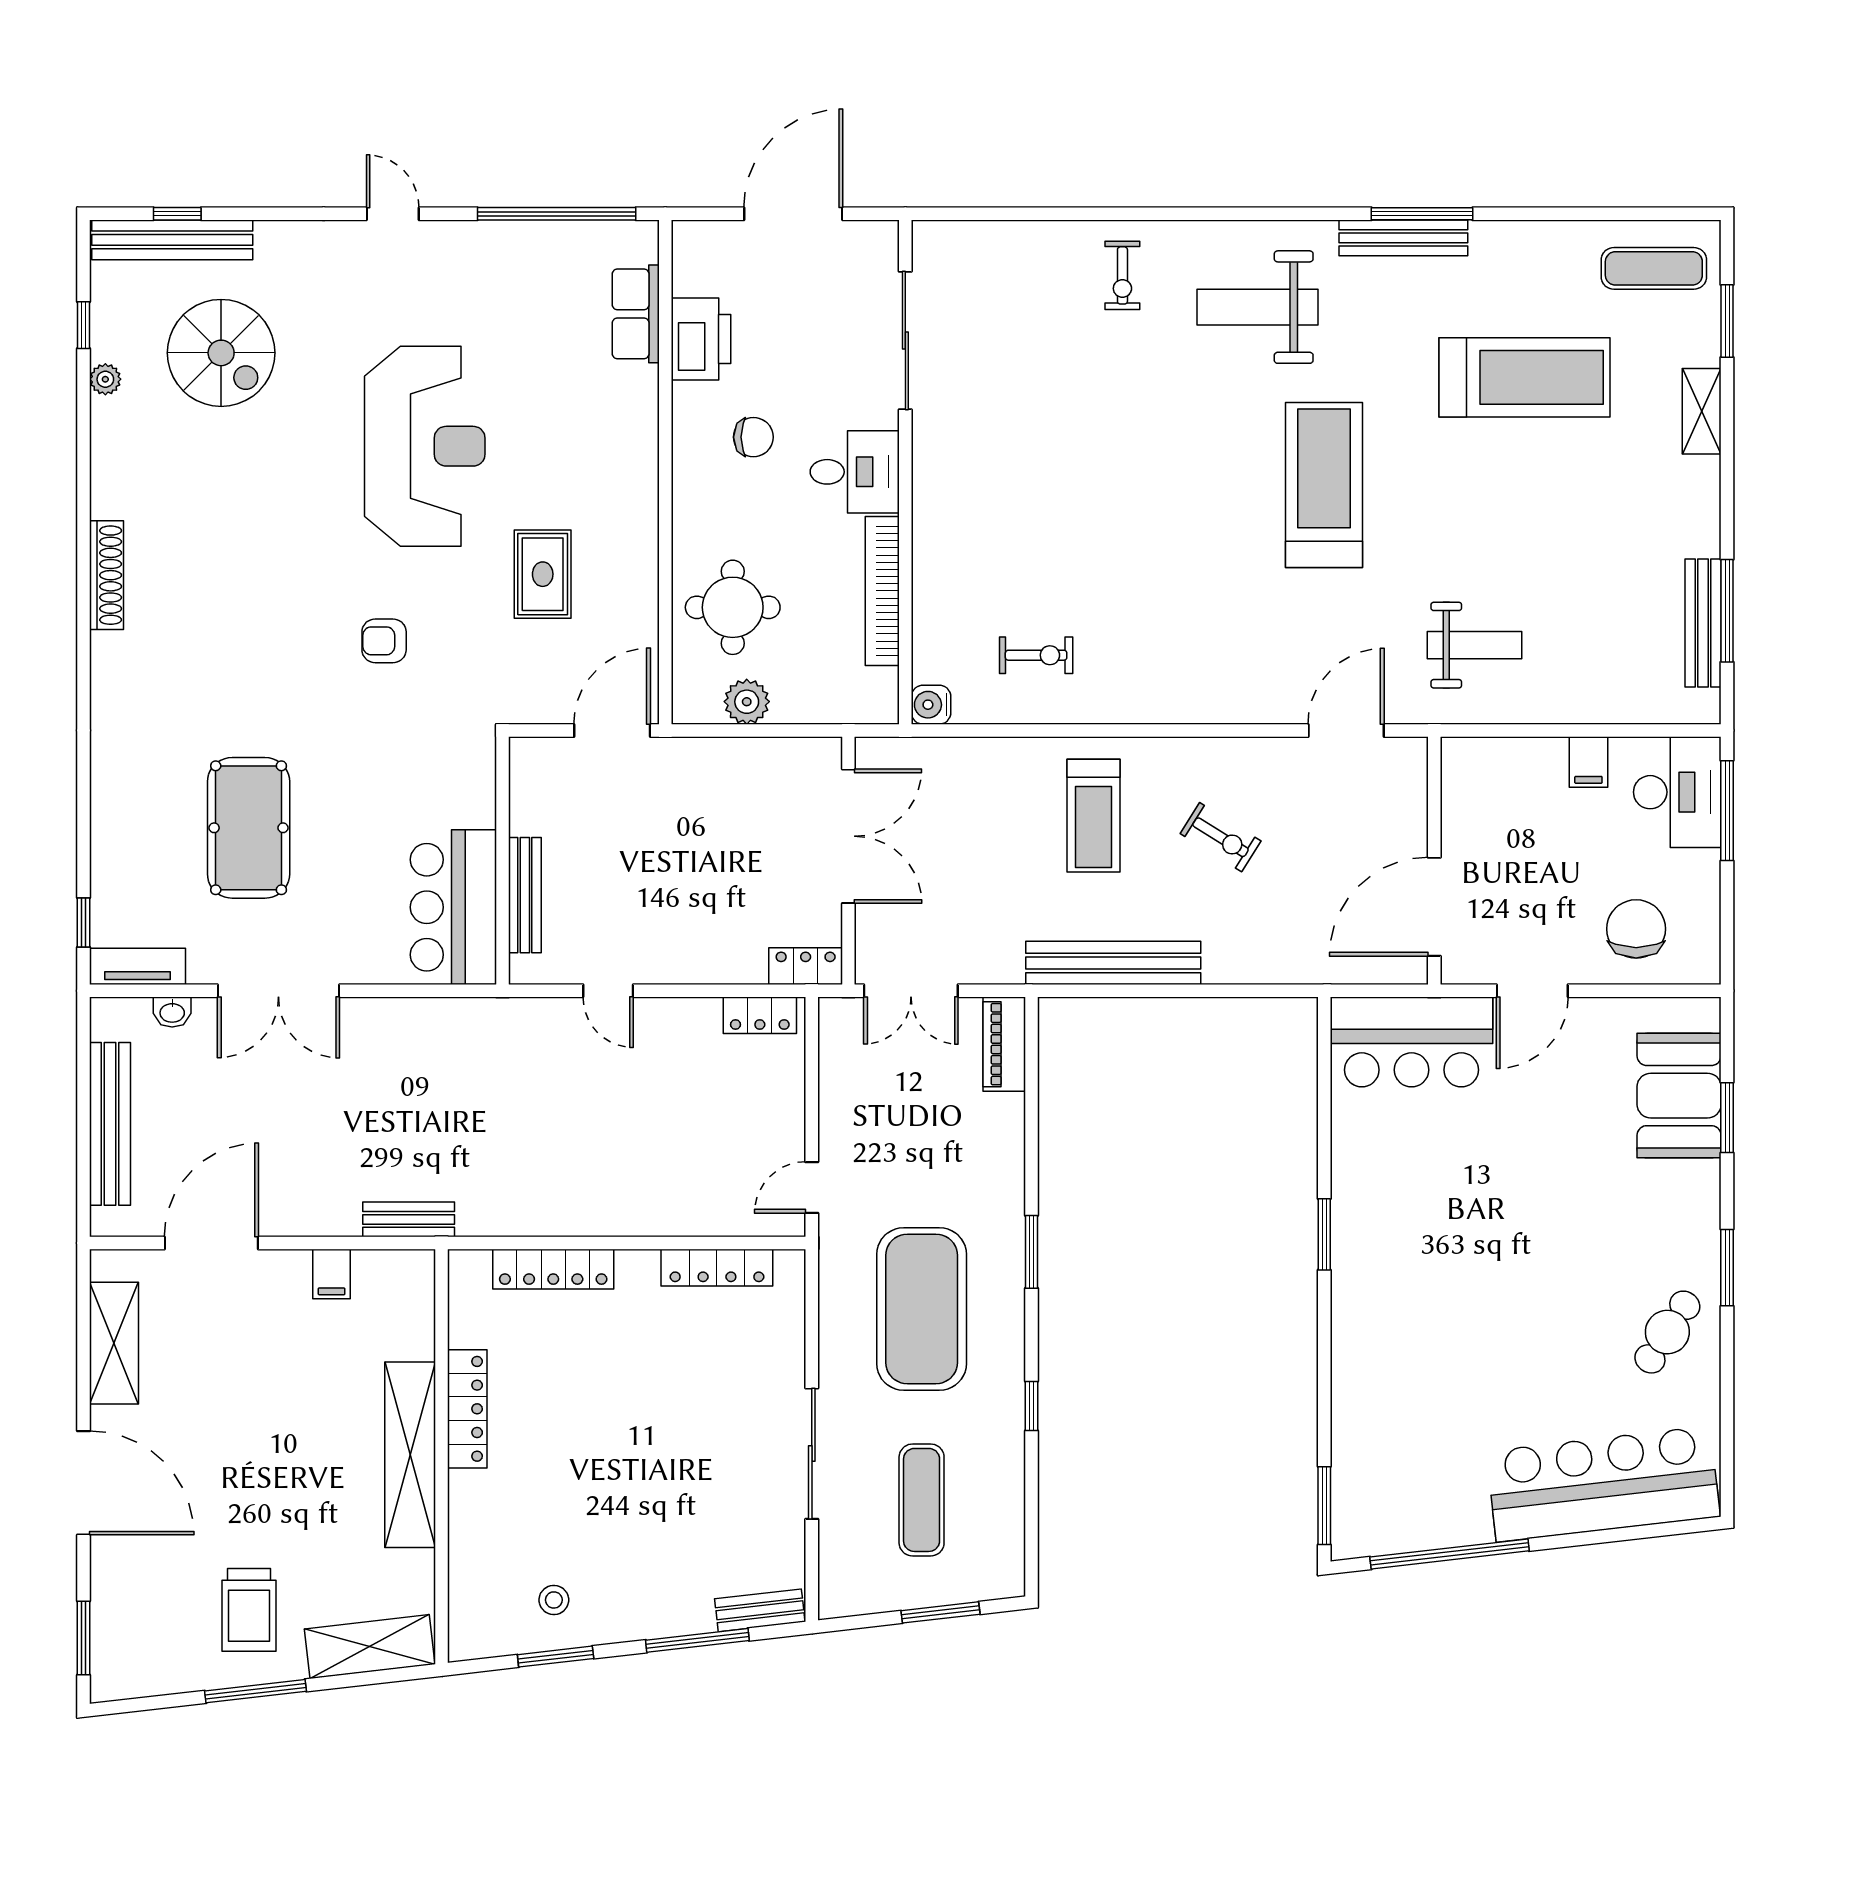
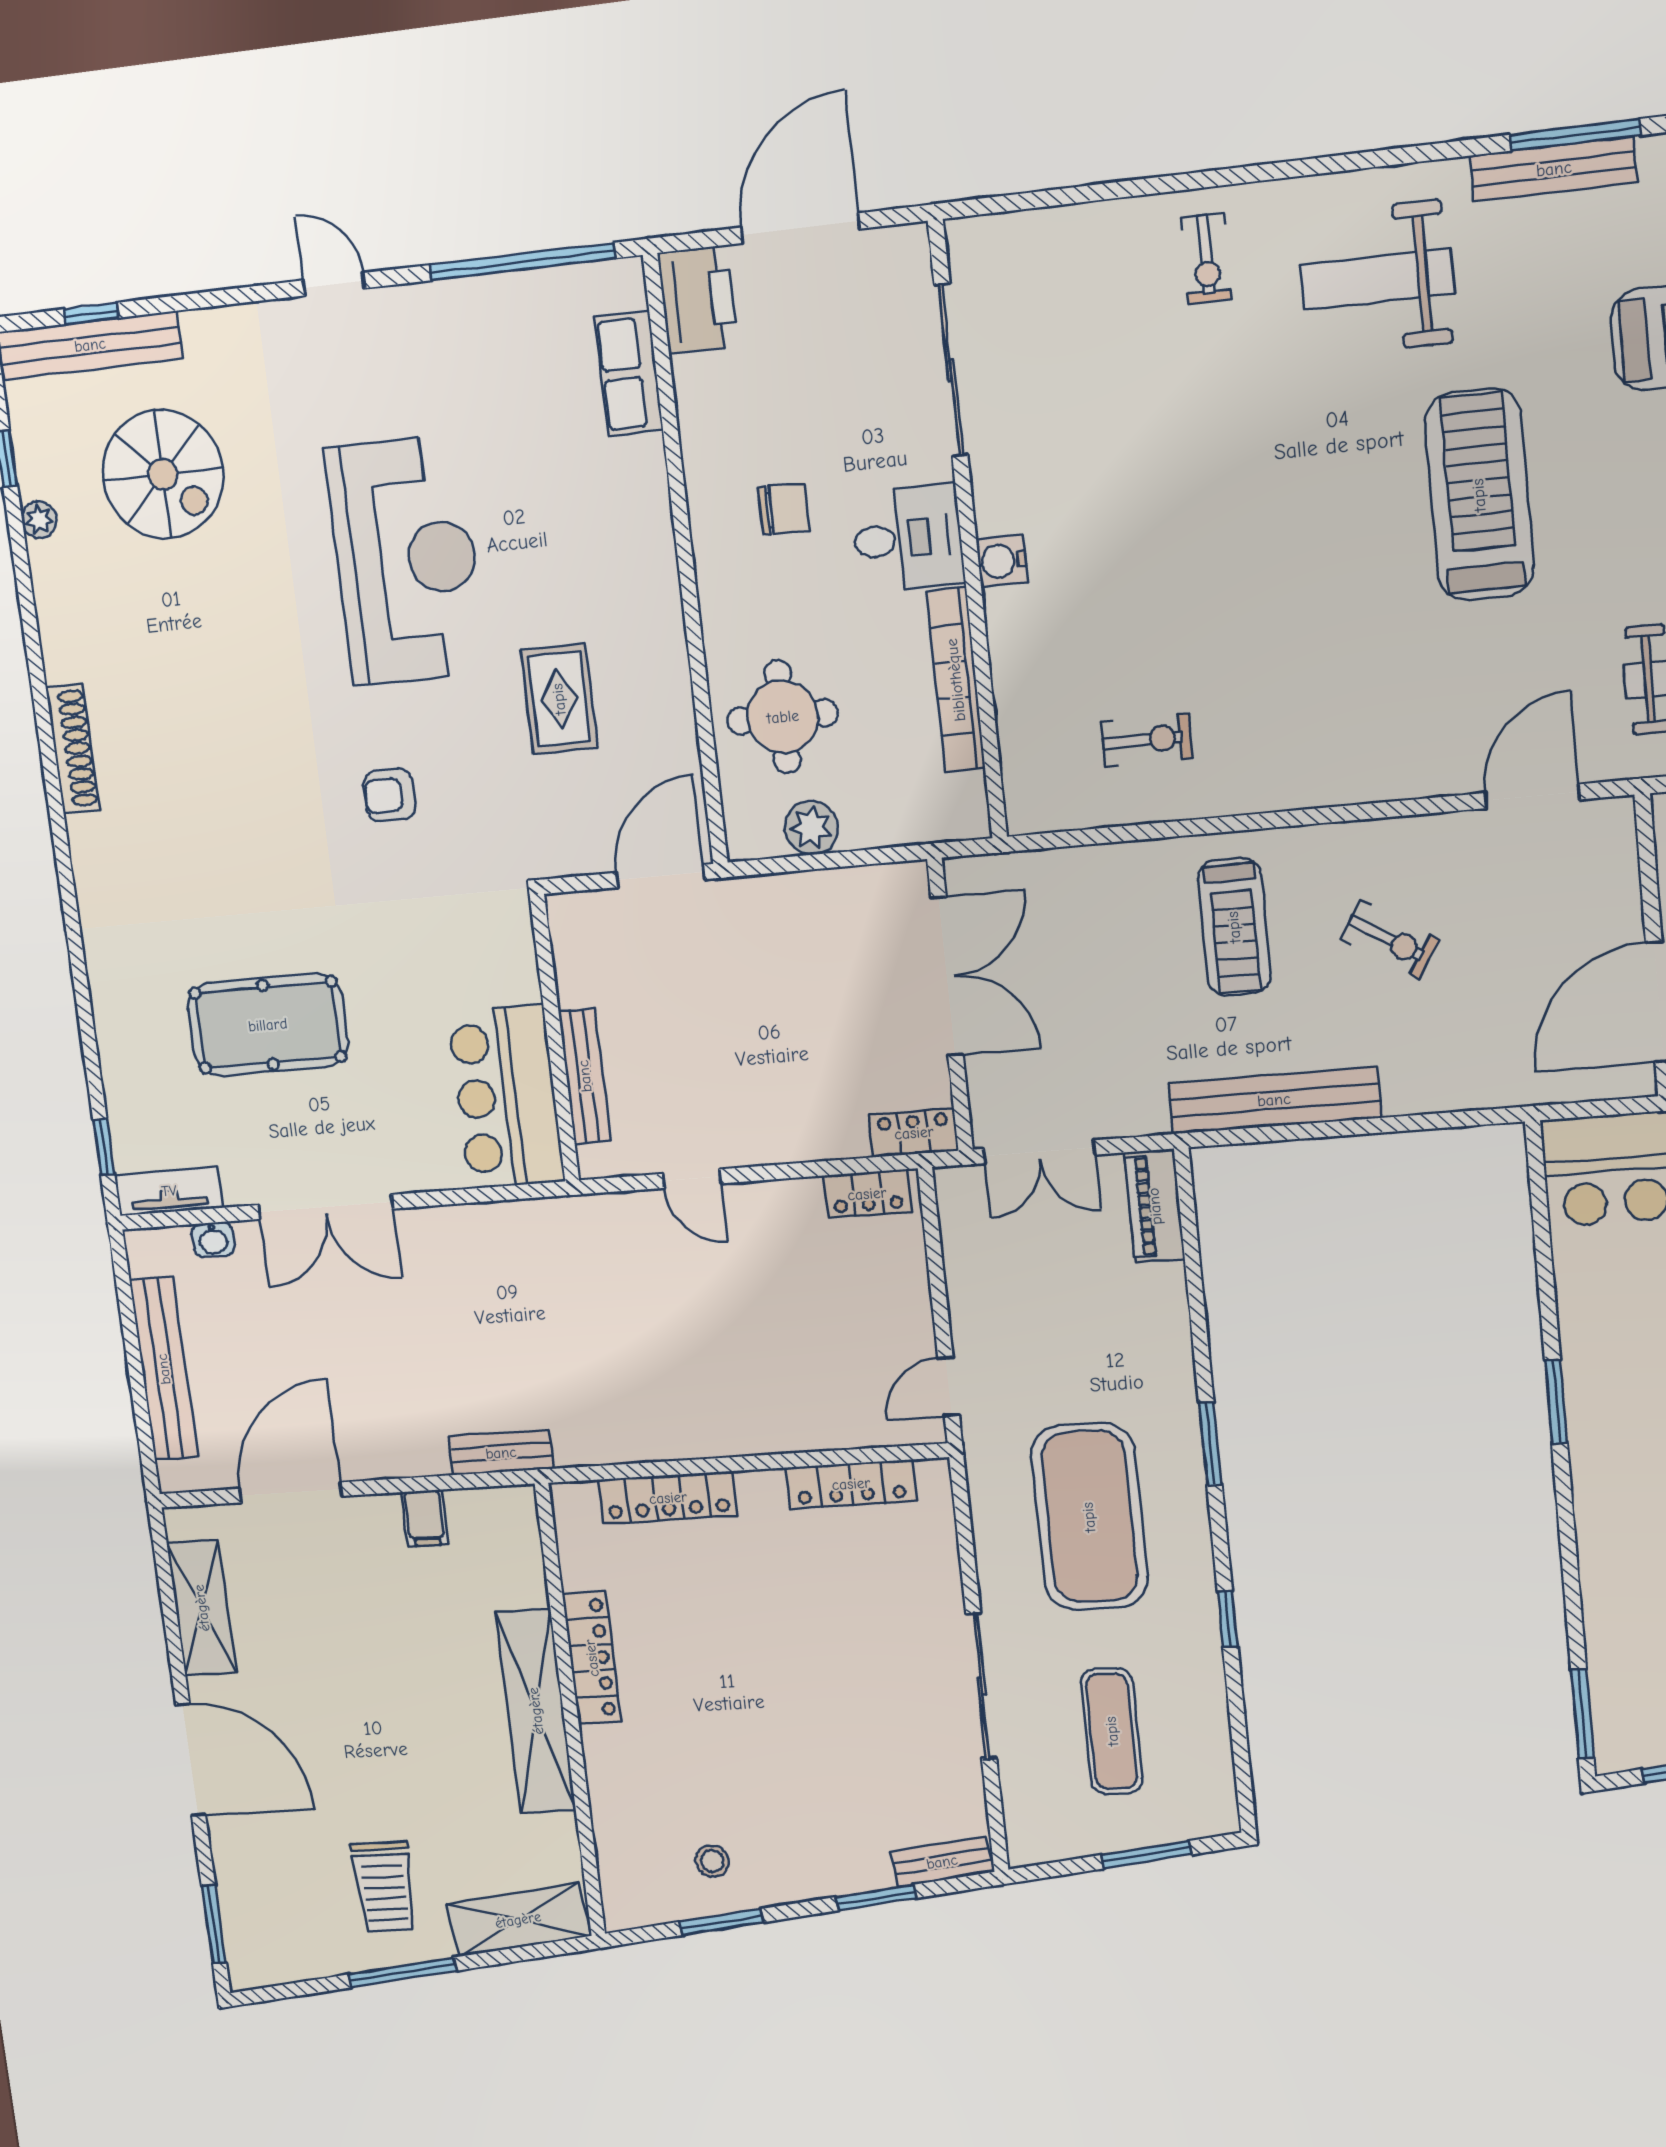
printer: (701, 339) -> (698, 300), moved
water cooler: (931, 705) -> (1002, 561), moved
pool table: (249, 828) -> (268, 1025), turned 90
window: (697, 1640) -> (876, 1898), width x0.69

